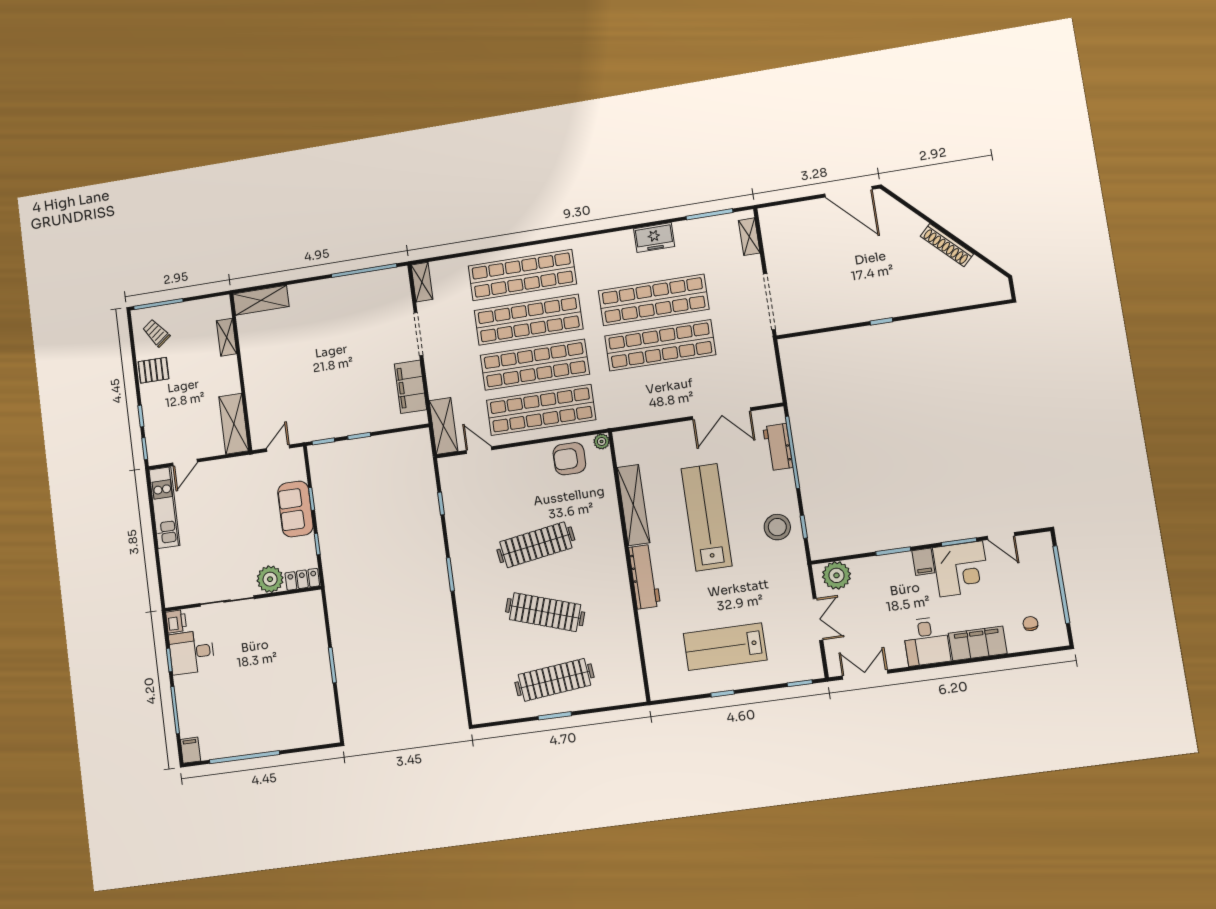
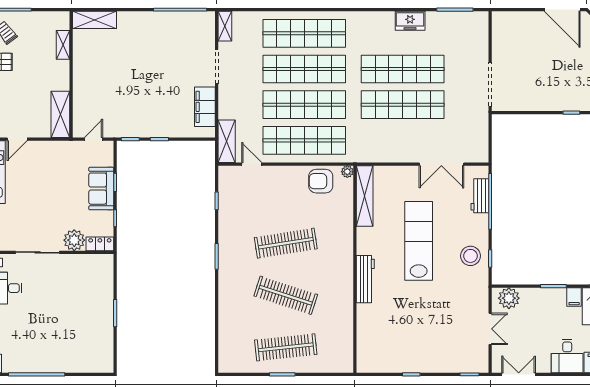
shelving: (749, 237) -> (482, 32), removed
shelving: (633, 505) -> (365, 196), moved
lab bench: (725, 647) -> (418, 340), removed

